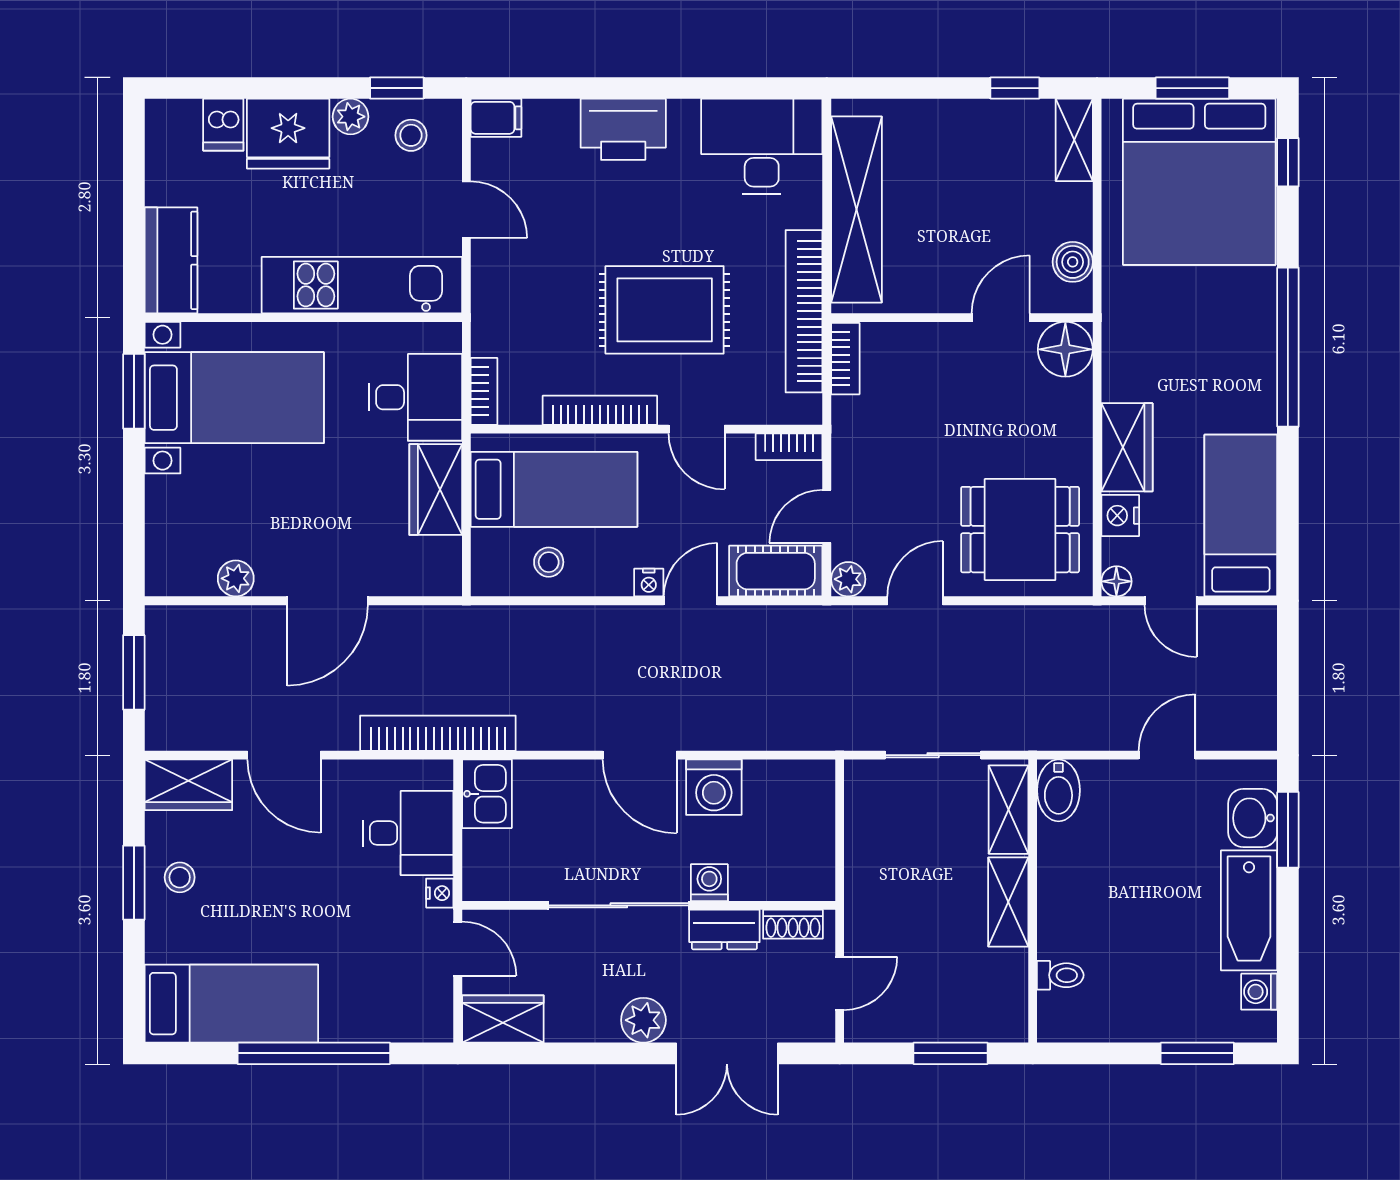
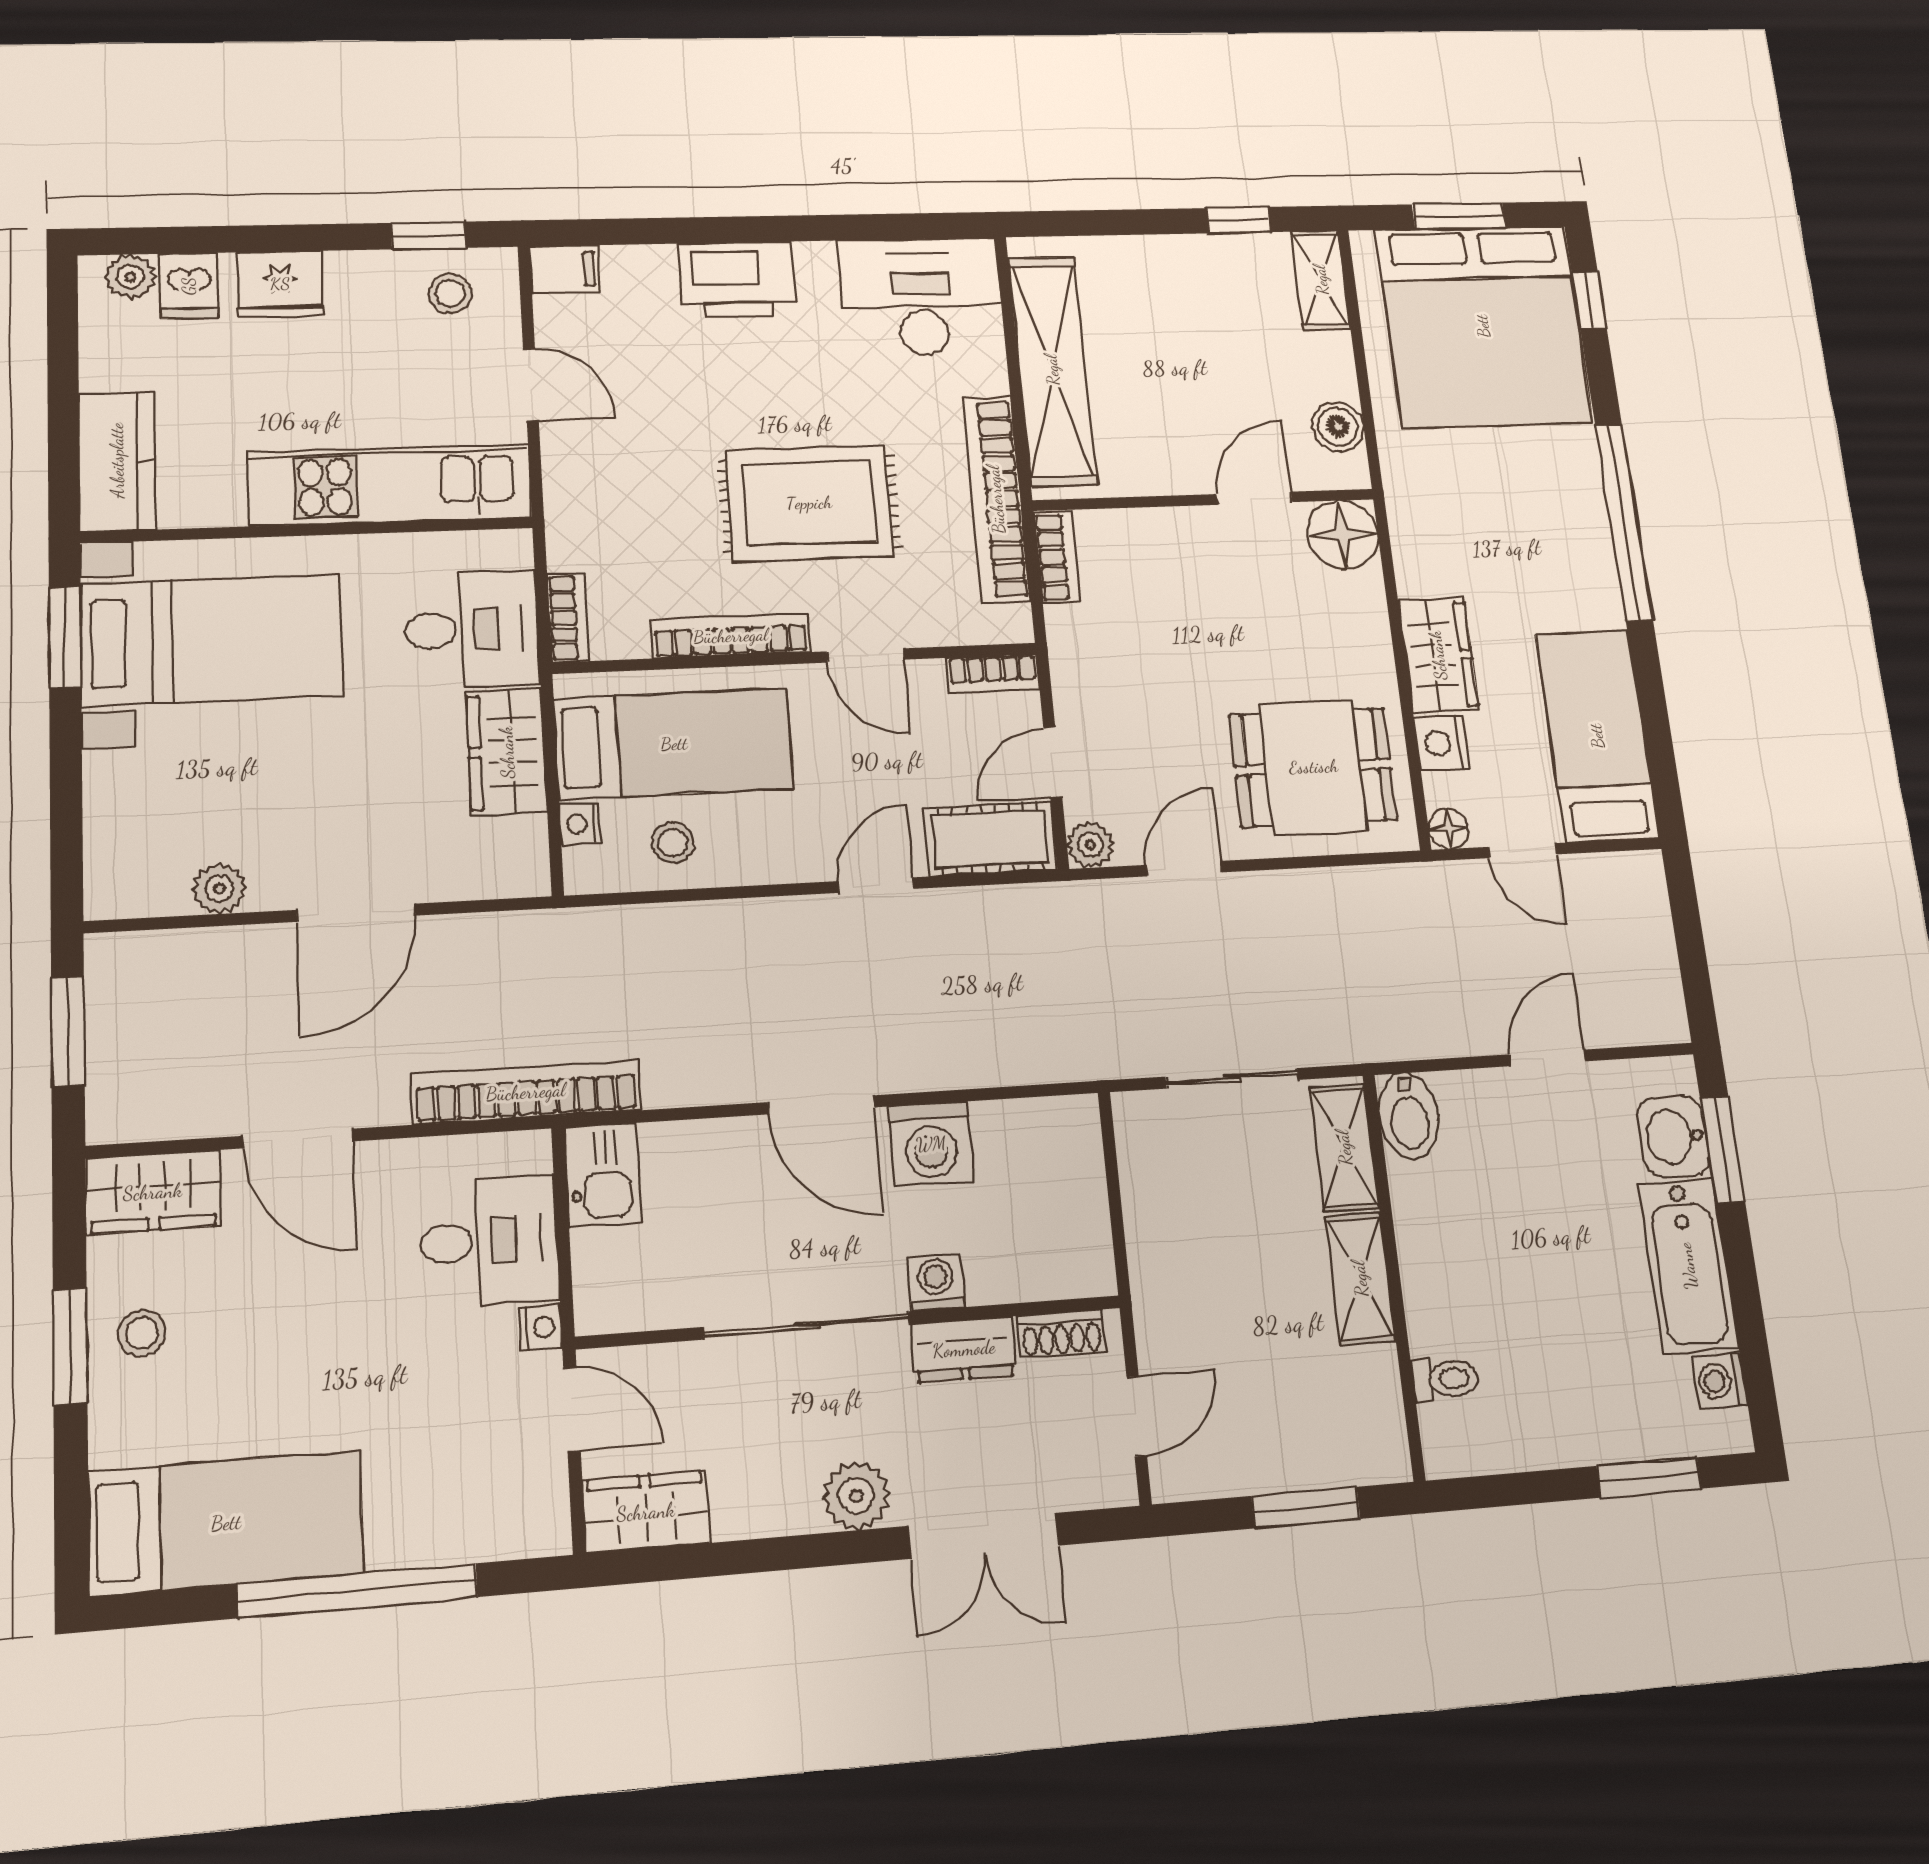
plant: (351, 117) -> (130, 277), moved
fridge: (288, 134) -> (280, 284), width x0.73, depth x0.75
nightstand: (649, 583) -> (580, 824), moved, turned 90

